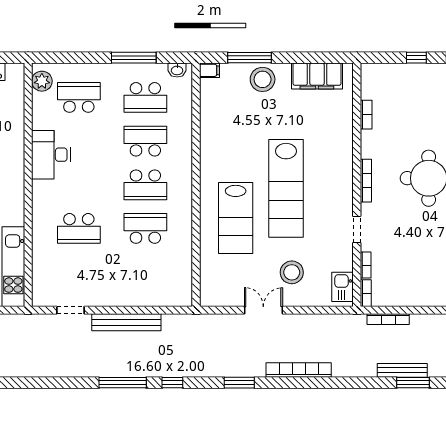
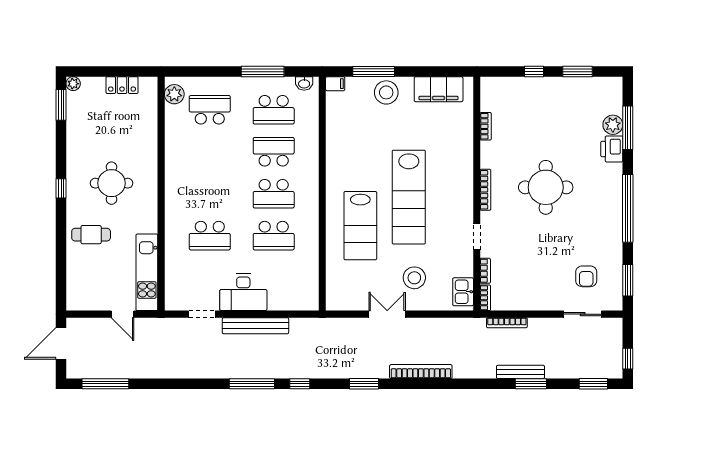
desk: (51, 155) -> (243, 292), moved, turned -90
school desk: (145, 228) -> (274, 236), turned 180

